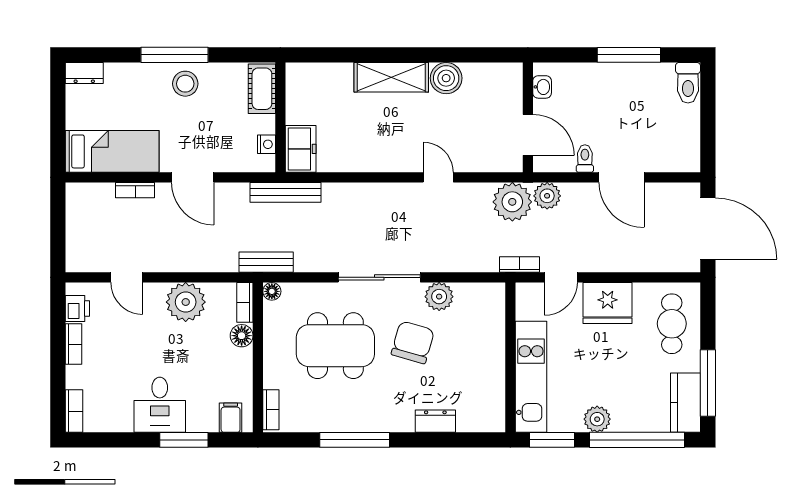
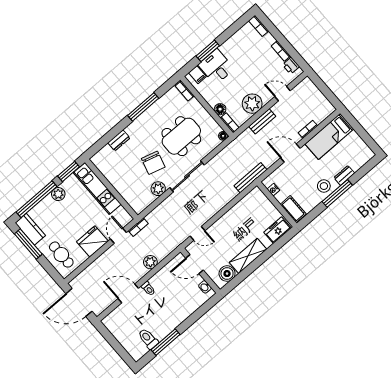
dresser: (84, 73) -> (344, 175), moved
toilet: (688, 83) -> (148, 339), moved
washbasin: (542, 87) -> (205, 287), moved
wall: (528, 117) -> (200, 271), moved
door: (528, 135) -> (195, 264), moved
freezer: (301, 149) -> (277, 230), moved, turned 90
plant: (512, 202) -> (162, 248), removed
bench: (266, 262) -> (262, 121), moved
desk: (160, 405) -> (216, 67), moved

